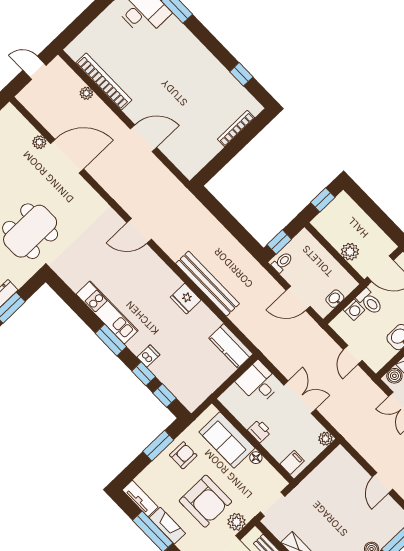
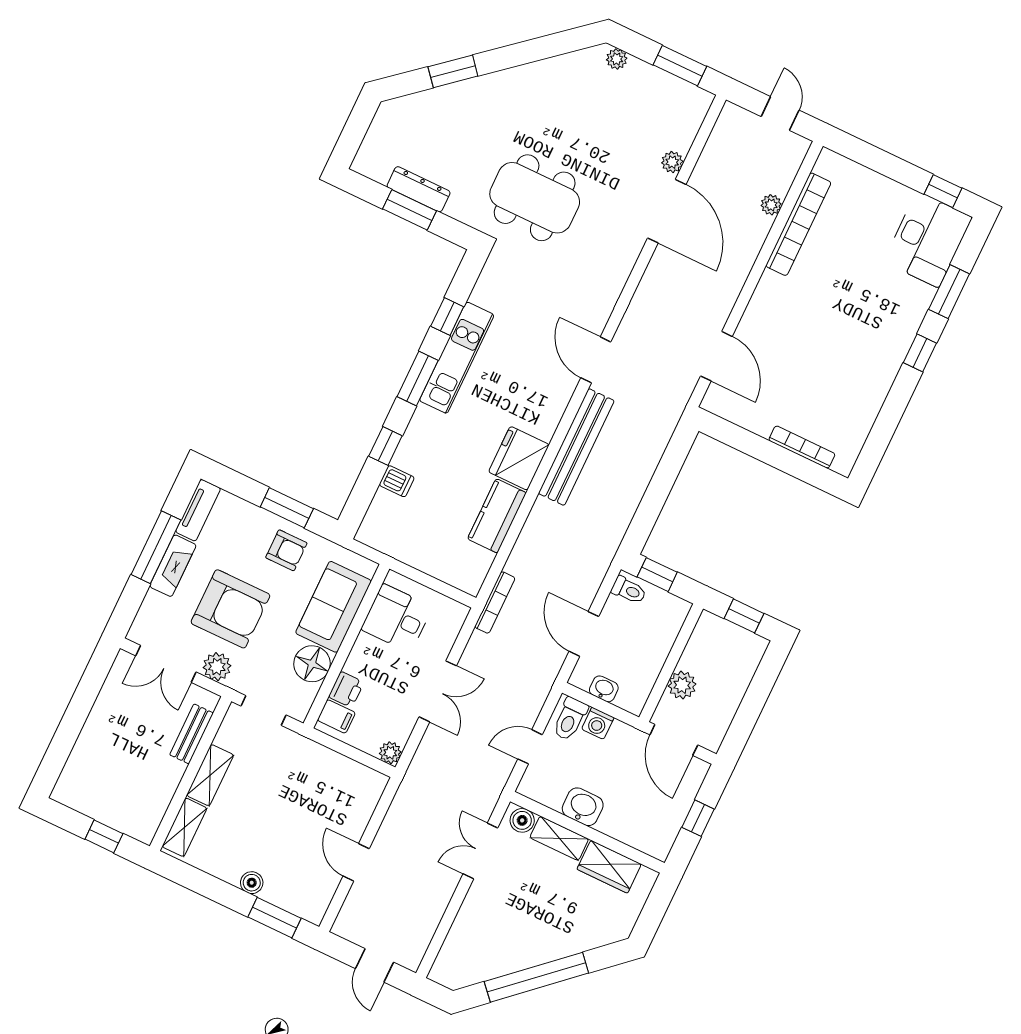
window: (241, 74) -> (920, 353), moved
door: (143, 138) -> (716, 356), moved
bench: (207, 284) -> (576, 447), moved
fridge: (186, 299) -> (519, 458), width x1.36, depth x1.34
toilet: (370, 302) -> (570, 719), moved
bookcase: (260, 344) -> (495, 602), added
kitchen counter: (231, 346) -> (497, 516), moved
dishwasher: (148, 356) -> (397, 481), moved
desk: (258, 383) -> (397, 618), moved, turned -90
window: (165, 396) -> (447, 317), moved
printer: (259, 431) -> (346, 690), moved
floor lamp: (256, 458) -> (312, 664), width x1.89, depth x1.89
door: (383, 483) -> (356, 862), hinge flipped
armchair: (205, 501) -> (230, 609), turned -90

